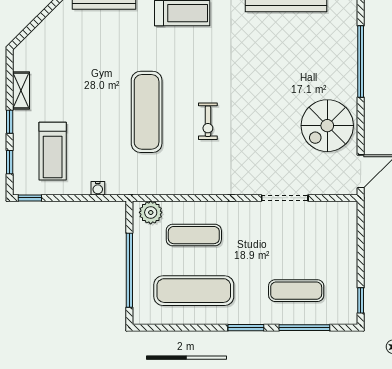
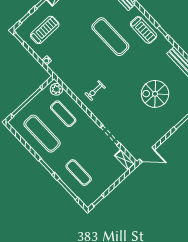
exercise mat: (147, 112) -> (110, 37), moved, turned 90
exercise bike: (208, 121) -> (95, 91), moved
spiral stairs: (327, 126) -> (155, 94), moved
treadmill: (53, 151) -> (45, 30), turned 180
shelving: (338, 210) -> (125, 160), added

